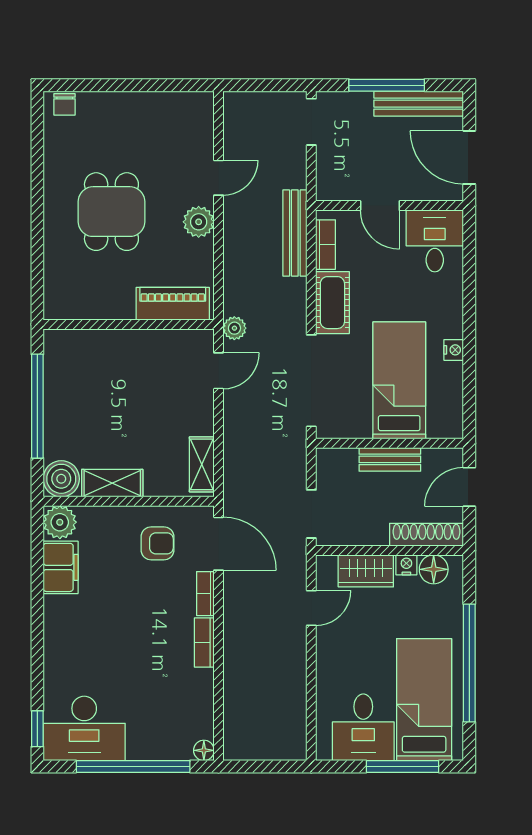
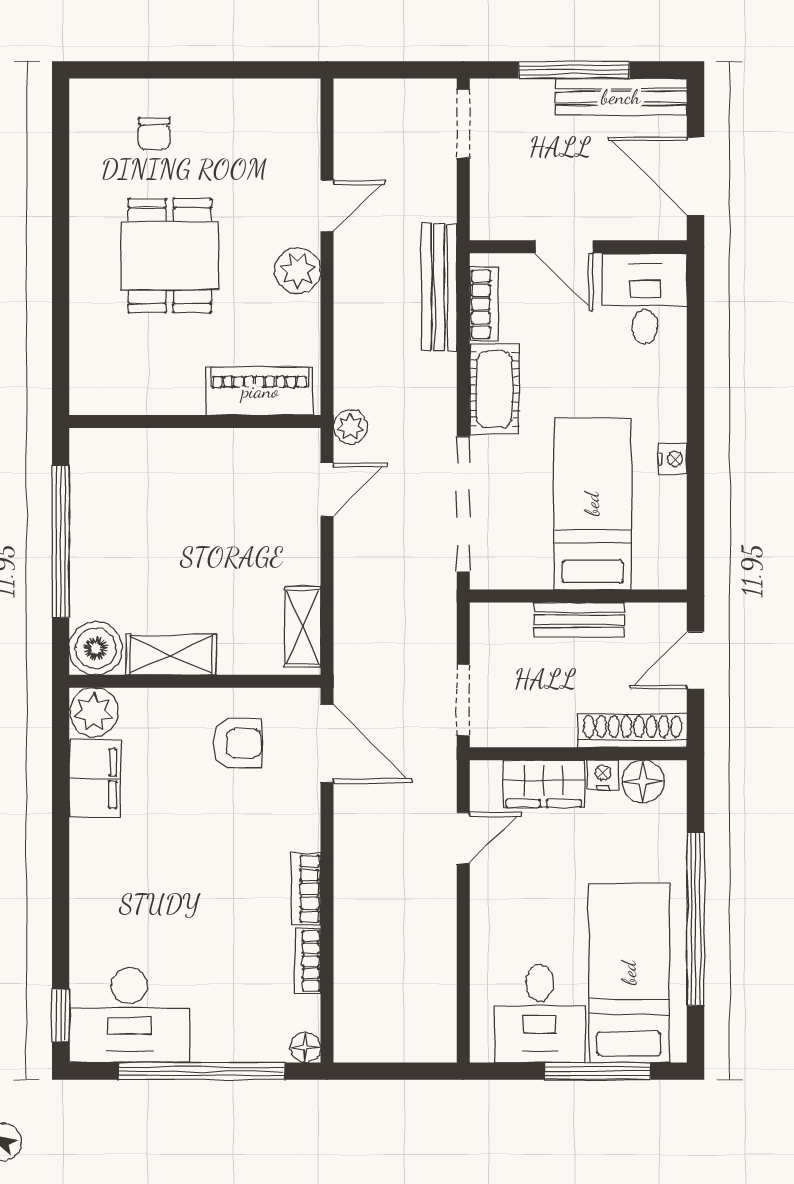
chair: (65, 104) -> (154, 134), moved
bookcase: (205, 594) -> (308, 961), moved

